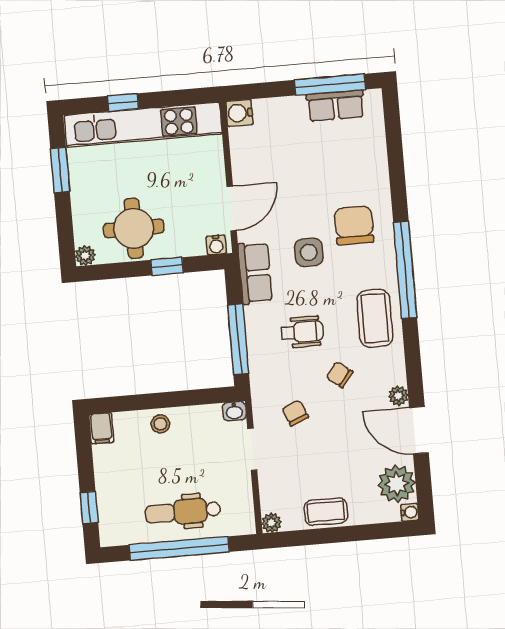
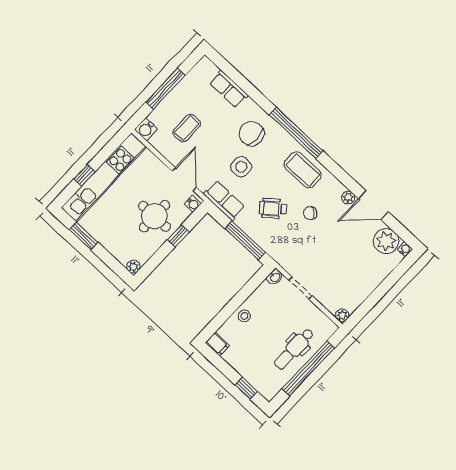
window: (330, 85) -> (165, 89), moved
row of seats: (336, 106) -> (229, 89), moved, turned 90
round table: (134, 228) -> (154, 216), moved
wheelchair: (302, 332) -> (273, 209), turned -129
chair: (295, 413) -> (305, 251), removed
coffee table: (326, 512) -> (187, 128), moved

